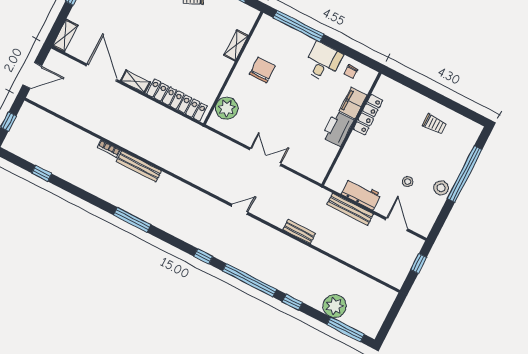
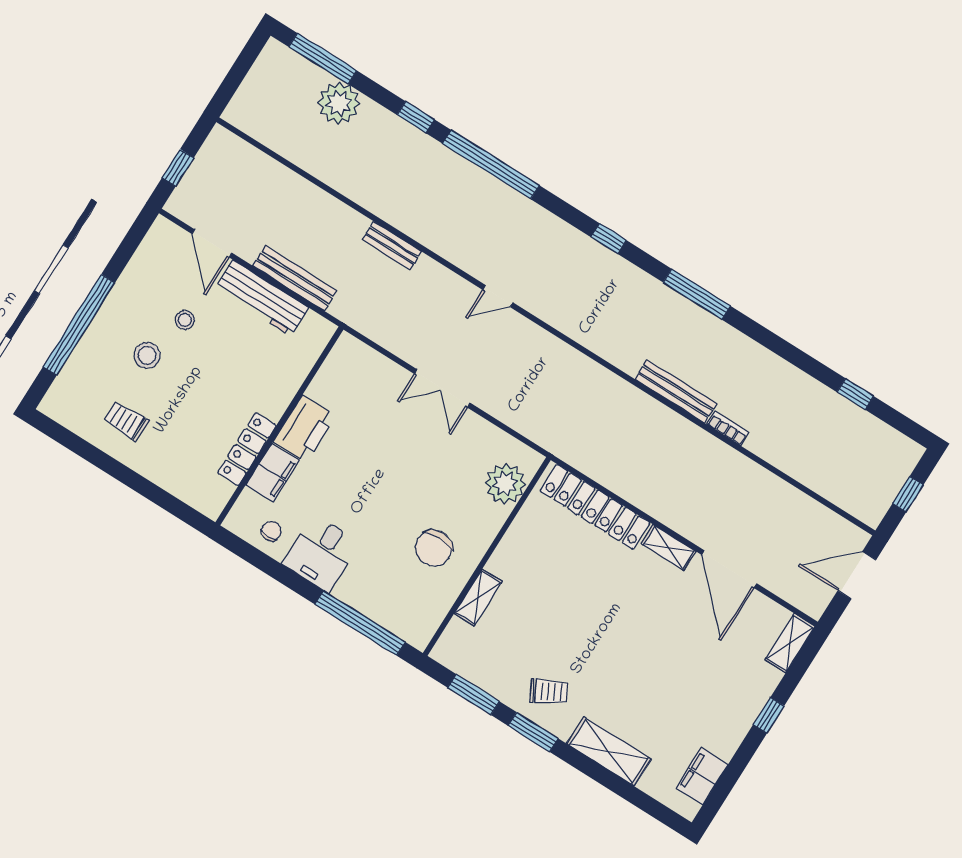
stool: (441, 188) -> (147, 355), moved
workbench: (361, 194) -> (262, 298), width x1.38
window: (203, 256) -> (609, 239), moved

